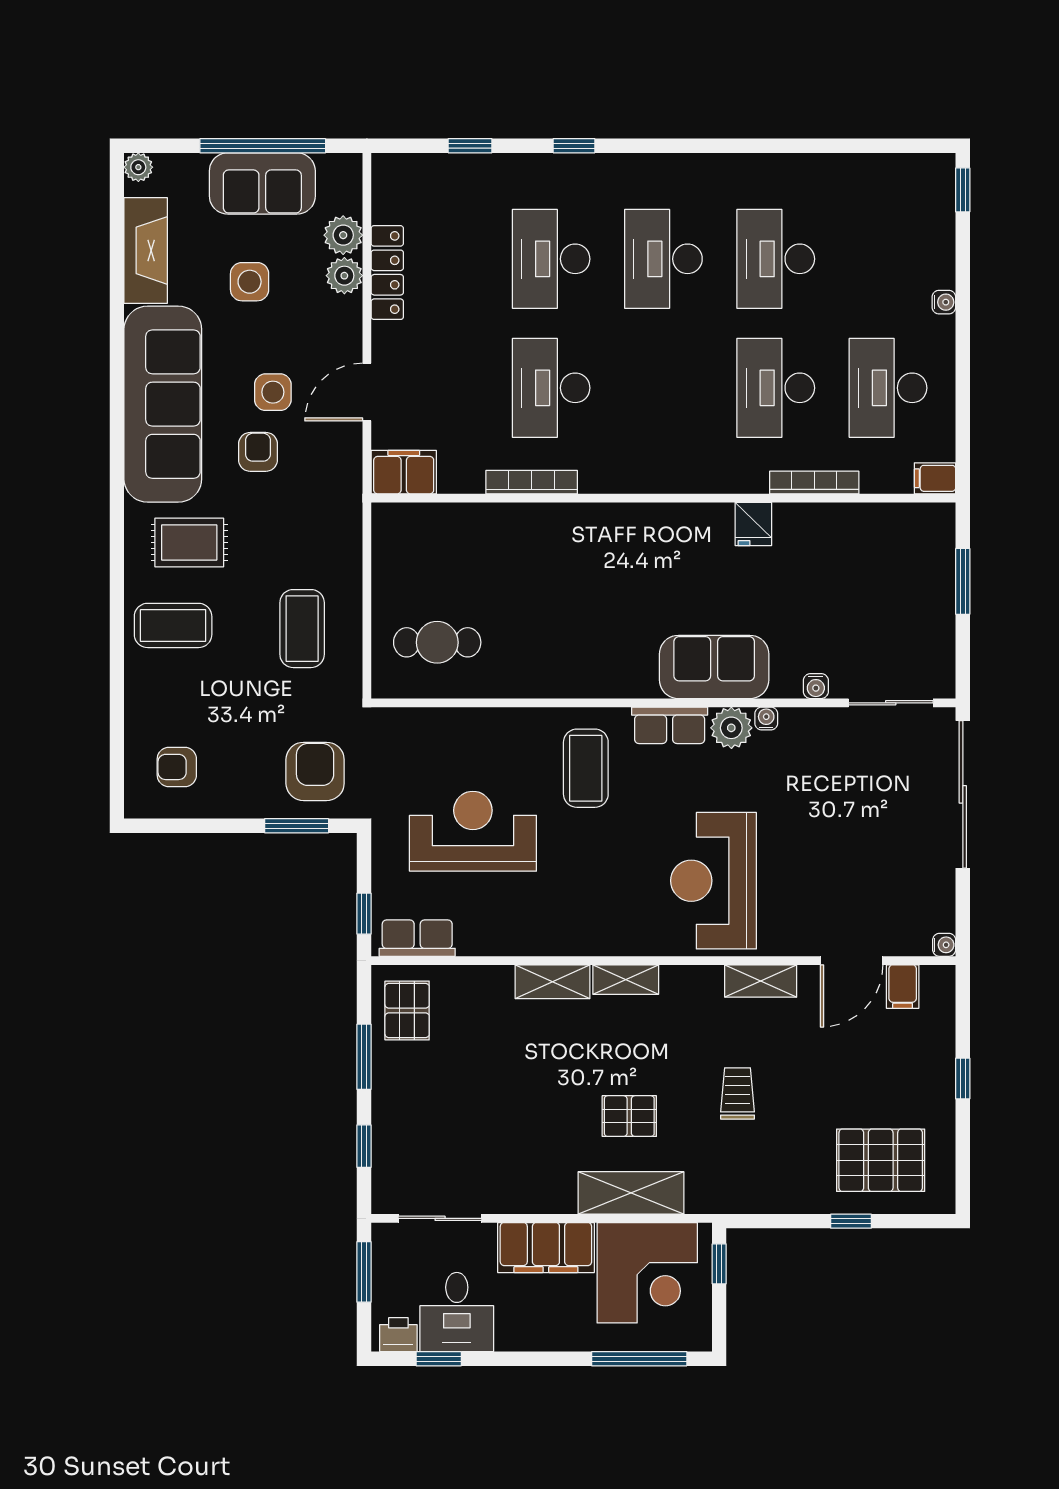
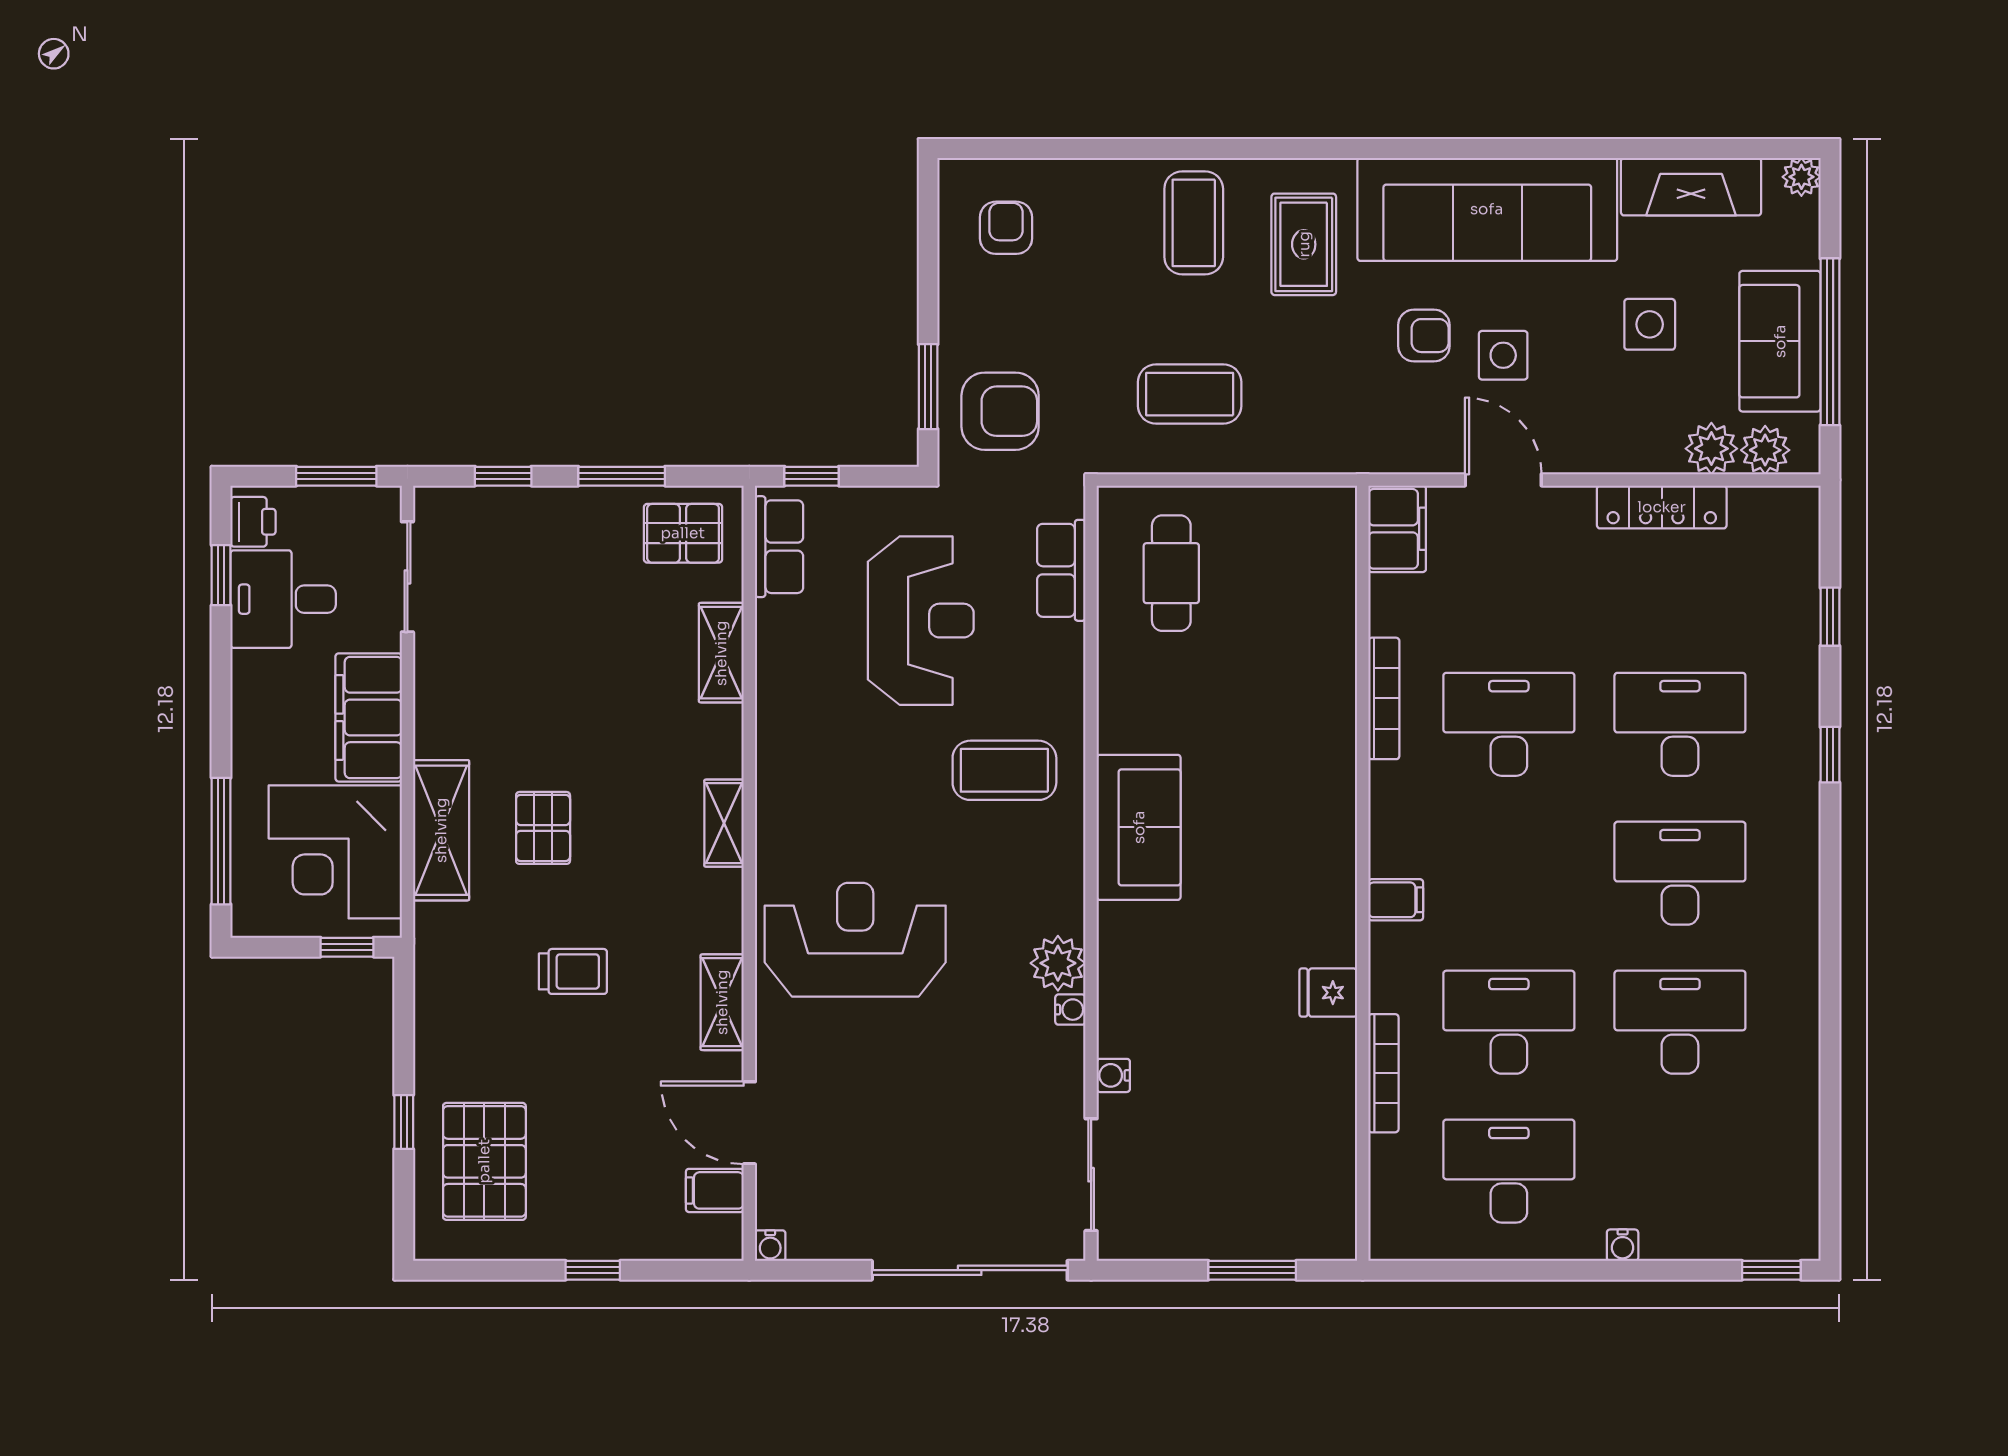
plant: (344, 276) -> (1765, 450), moved
filing cabinet: (935, 478) -> (1396, 900), moved, turned 90
sofa: (714, 667) -> (1139, 827), moved
row of seats: (670, 725) -> (1061, 570), moved
shelving: (552, 982) -> (721, 653), moved

